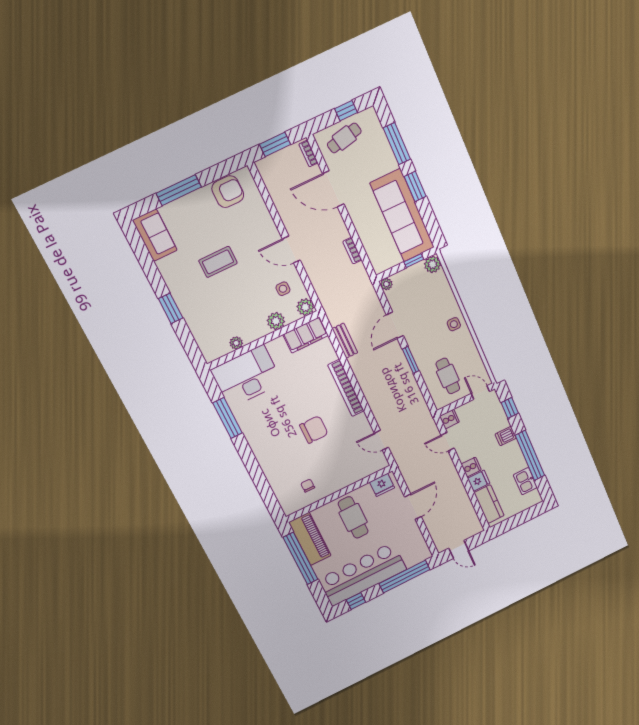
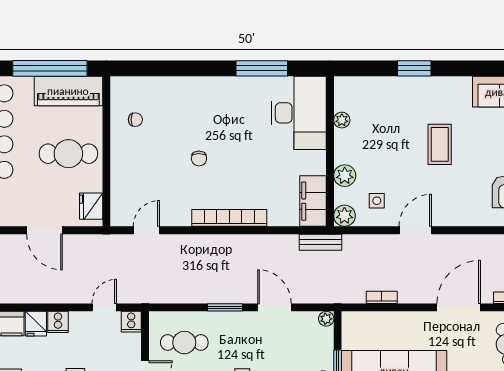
bench: (345, 341) -> (321, 242), moved
chair: (314, 430) -> (199, 158), width x0.54, depth x0.54

